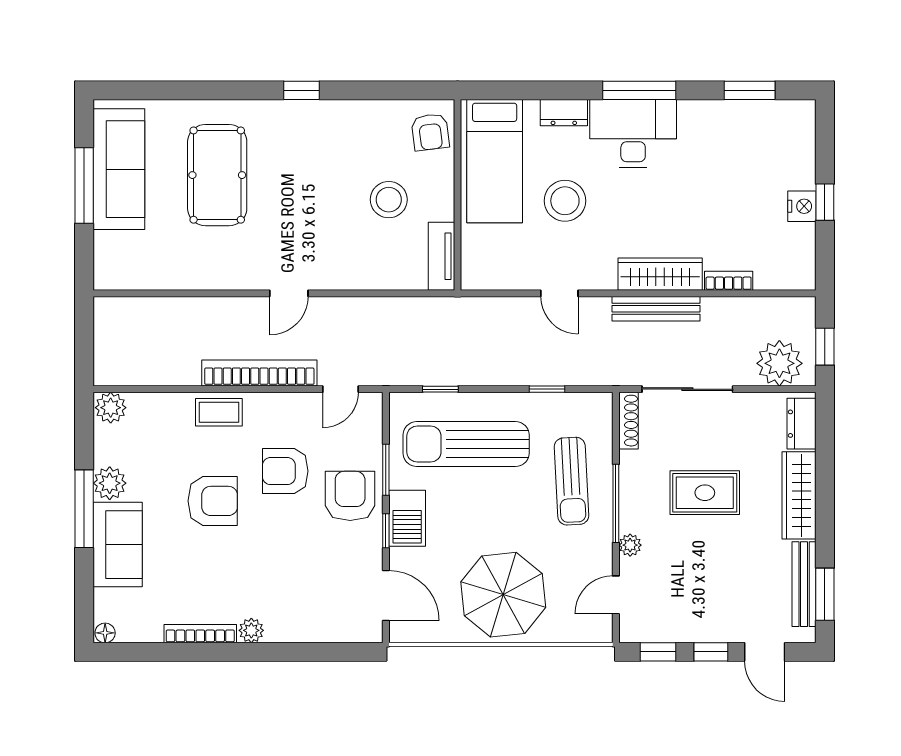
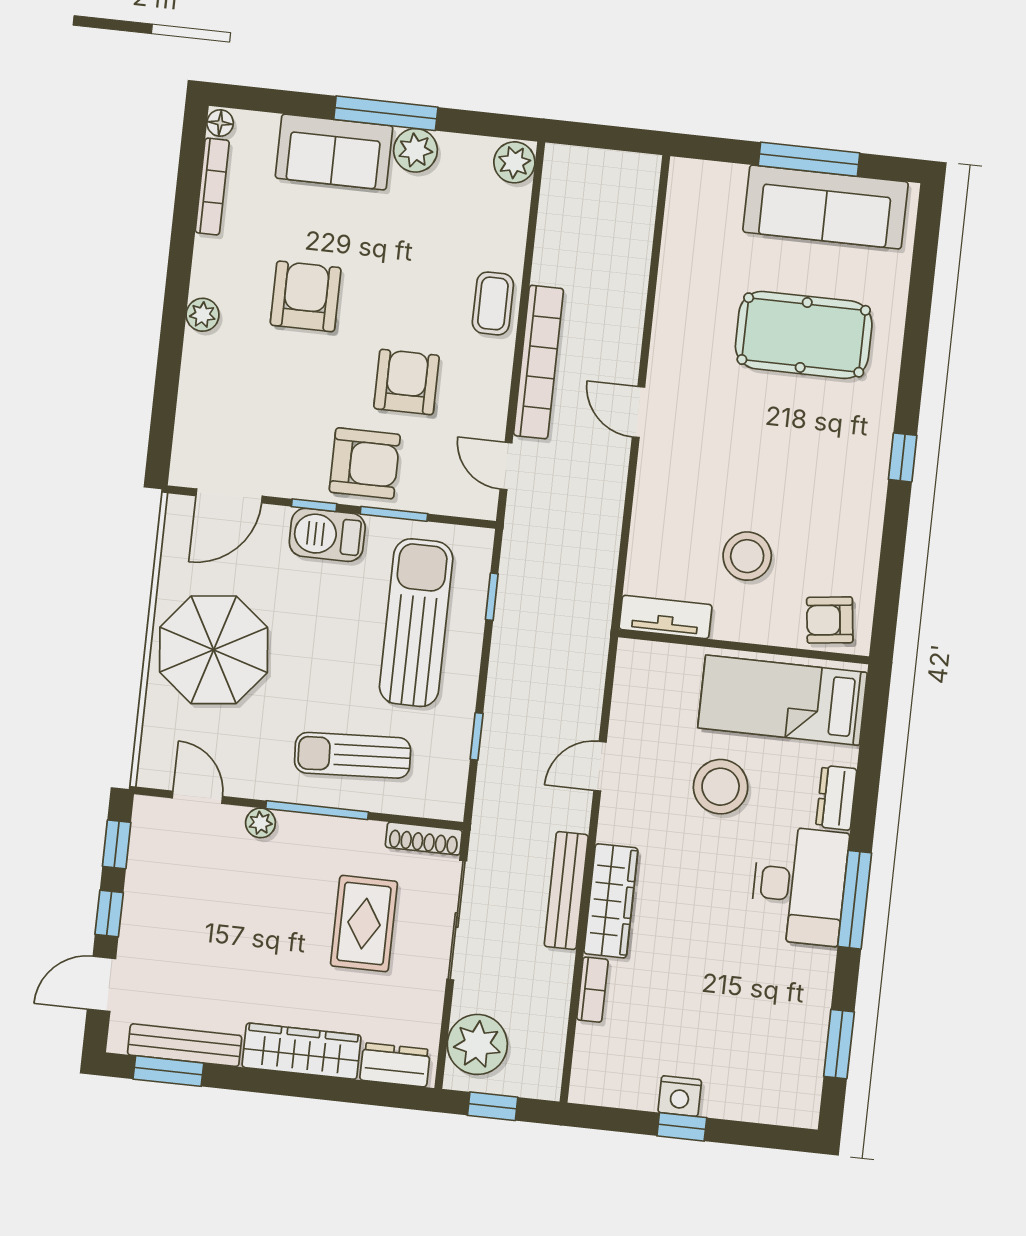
rug: (705, 493) -> (364, 924), moved
armchair: (213, 501) -> (306, 296), moved, turned 180
bookcase: (200, 634) -> (212, 187), moved

